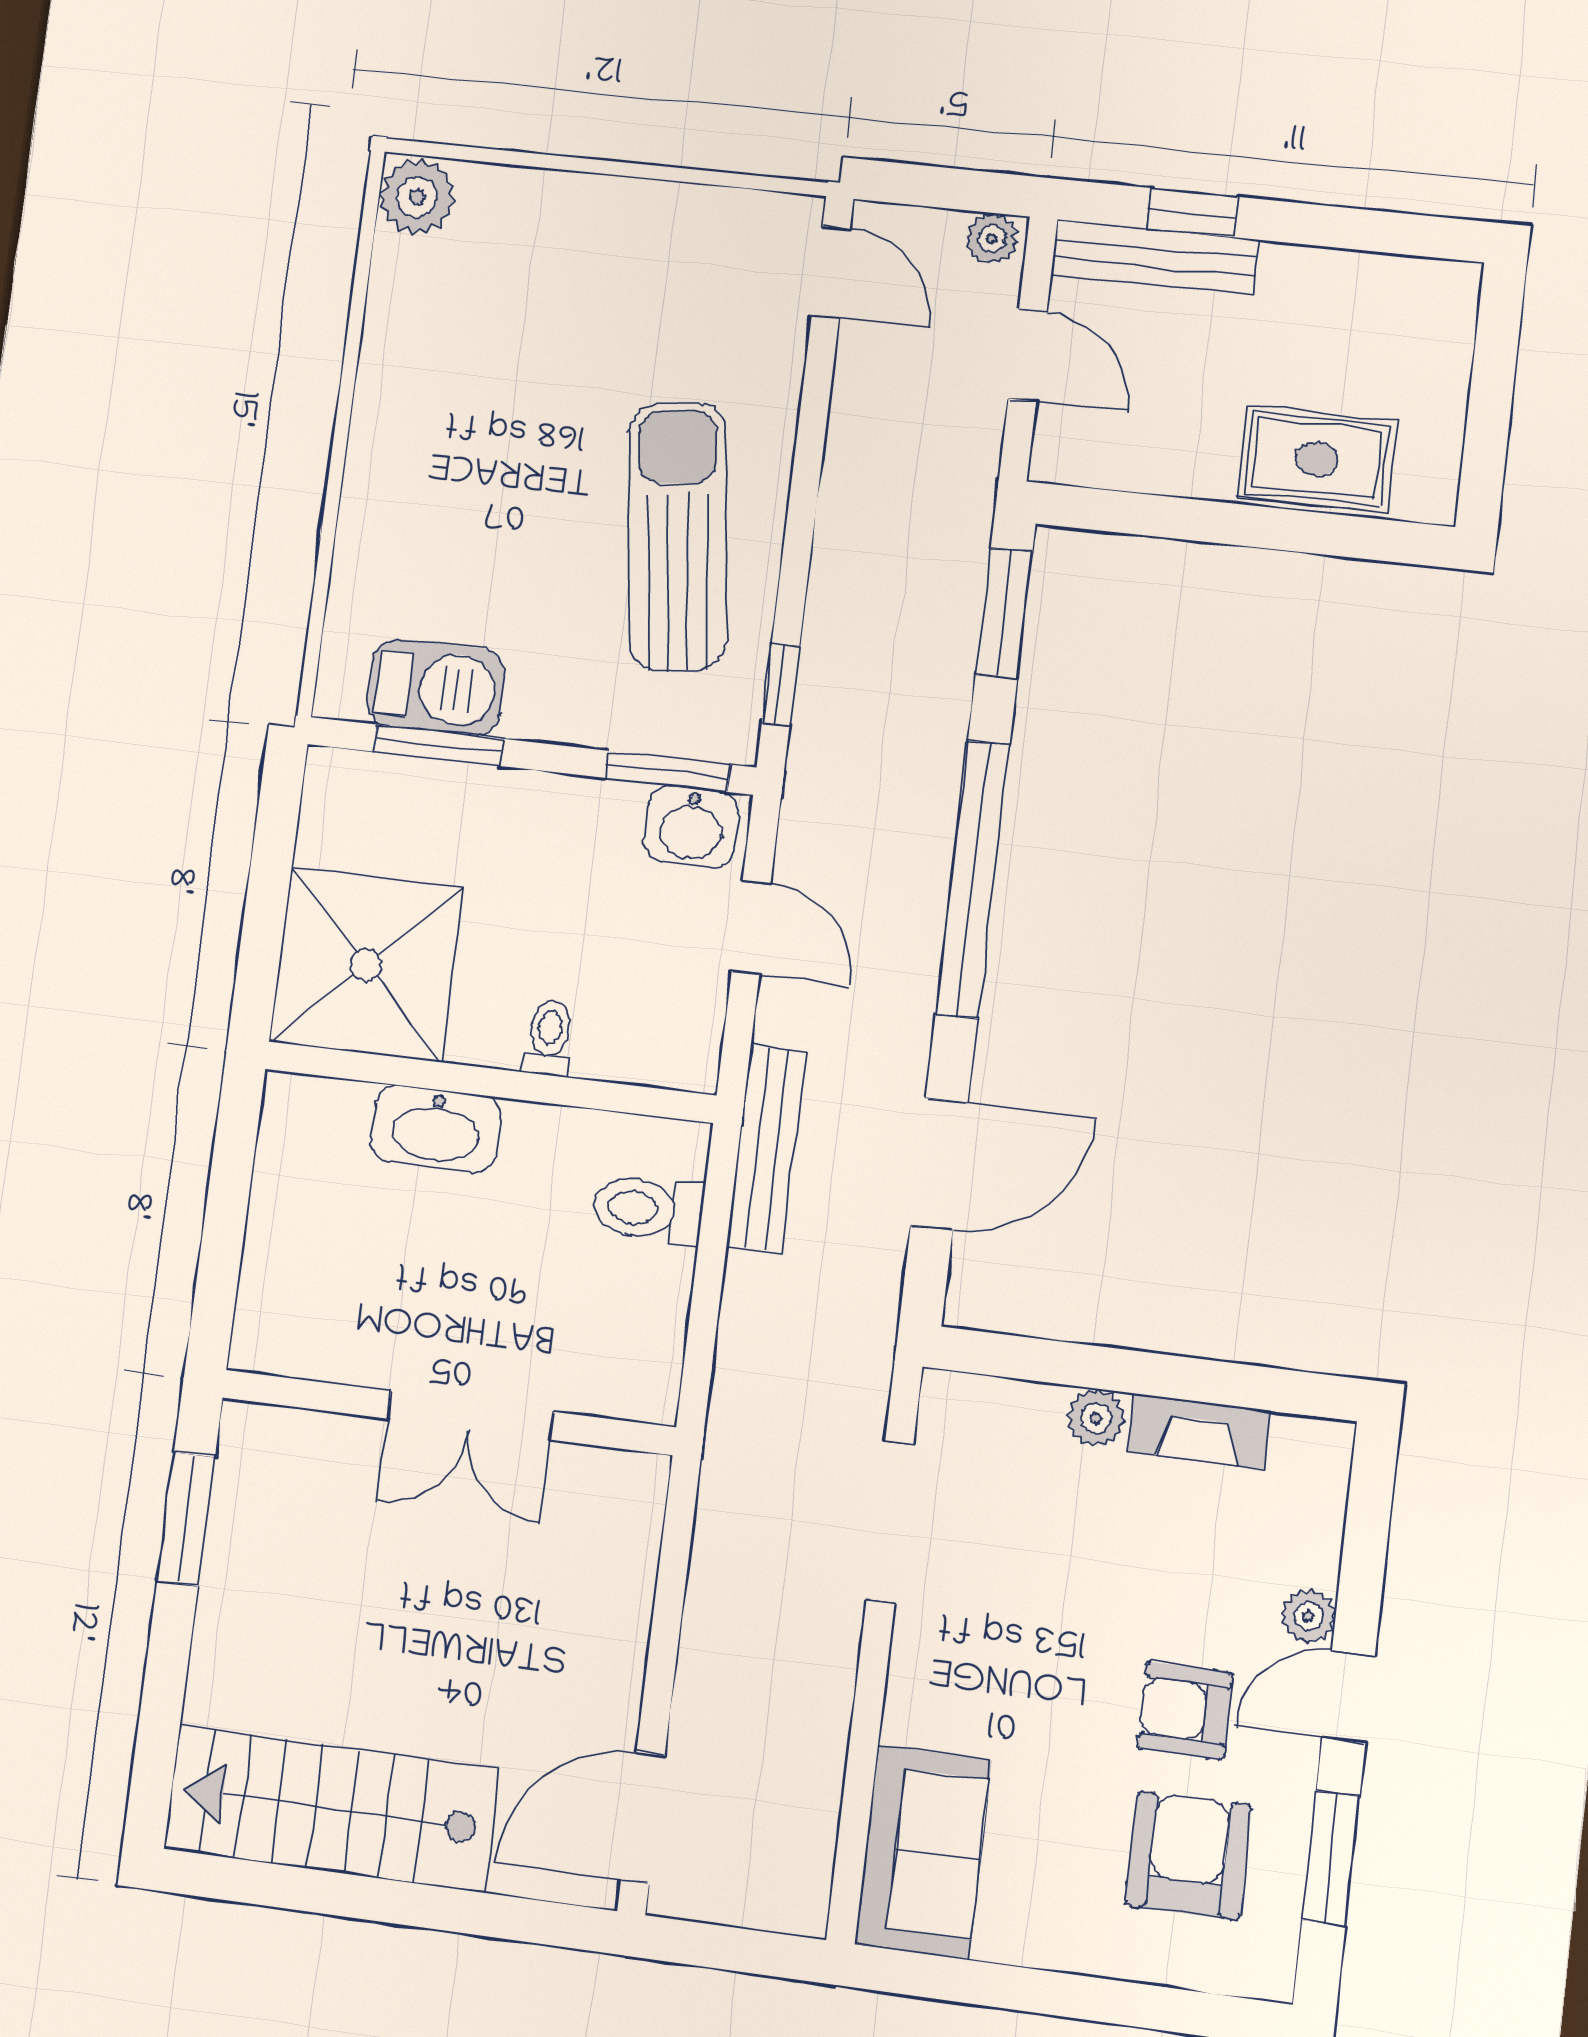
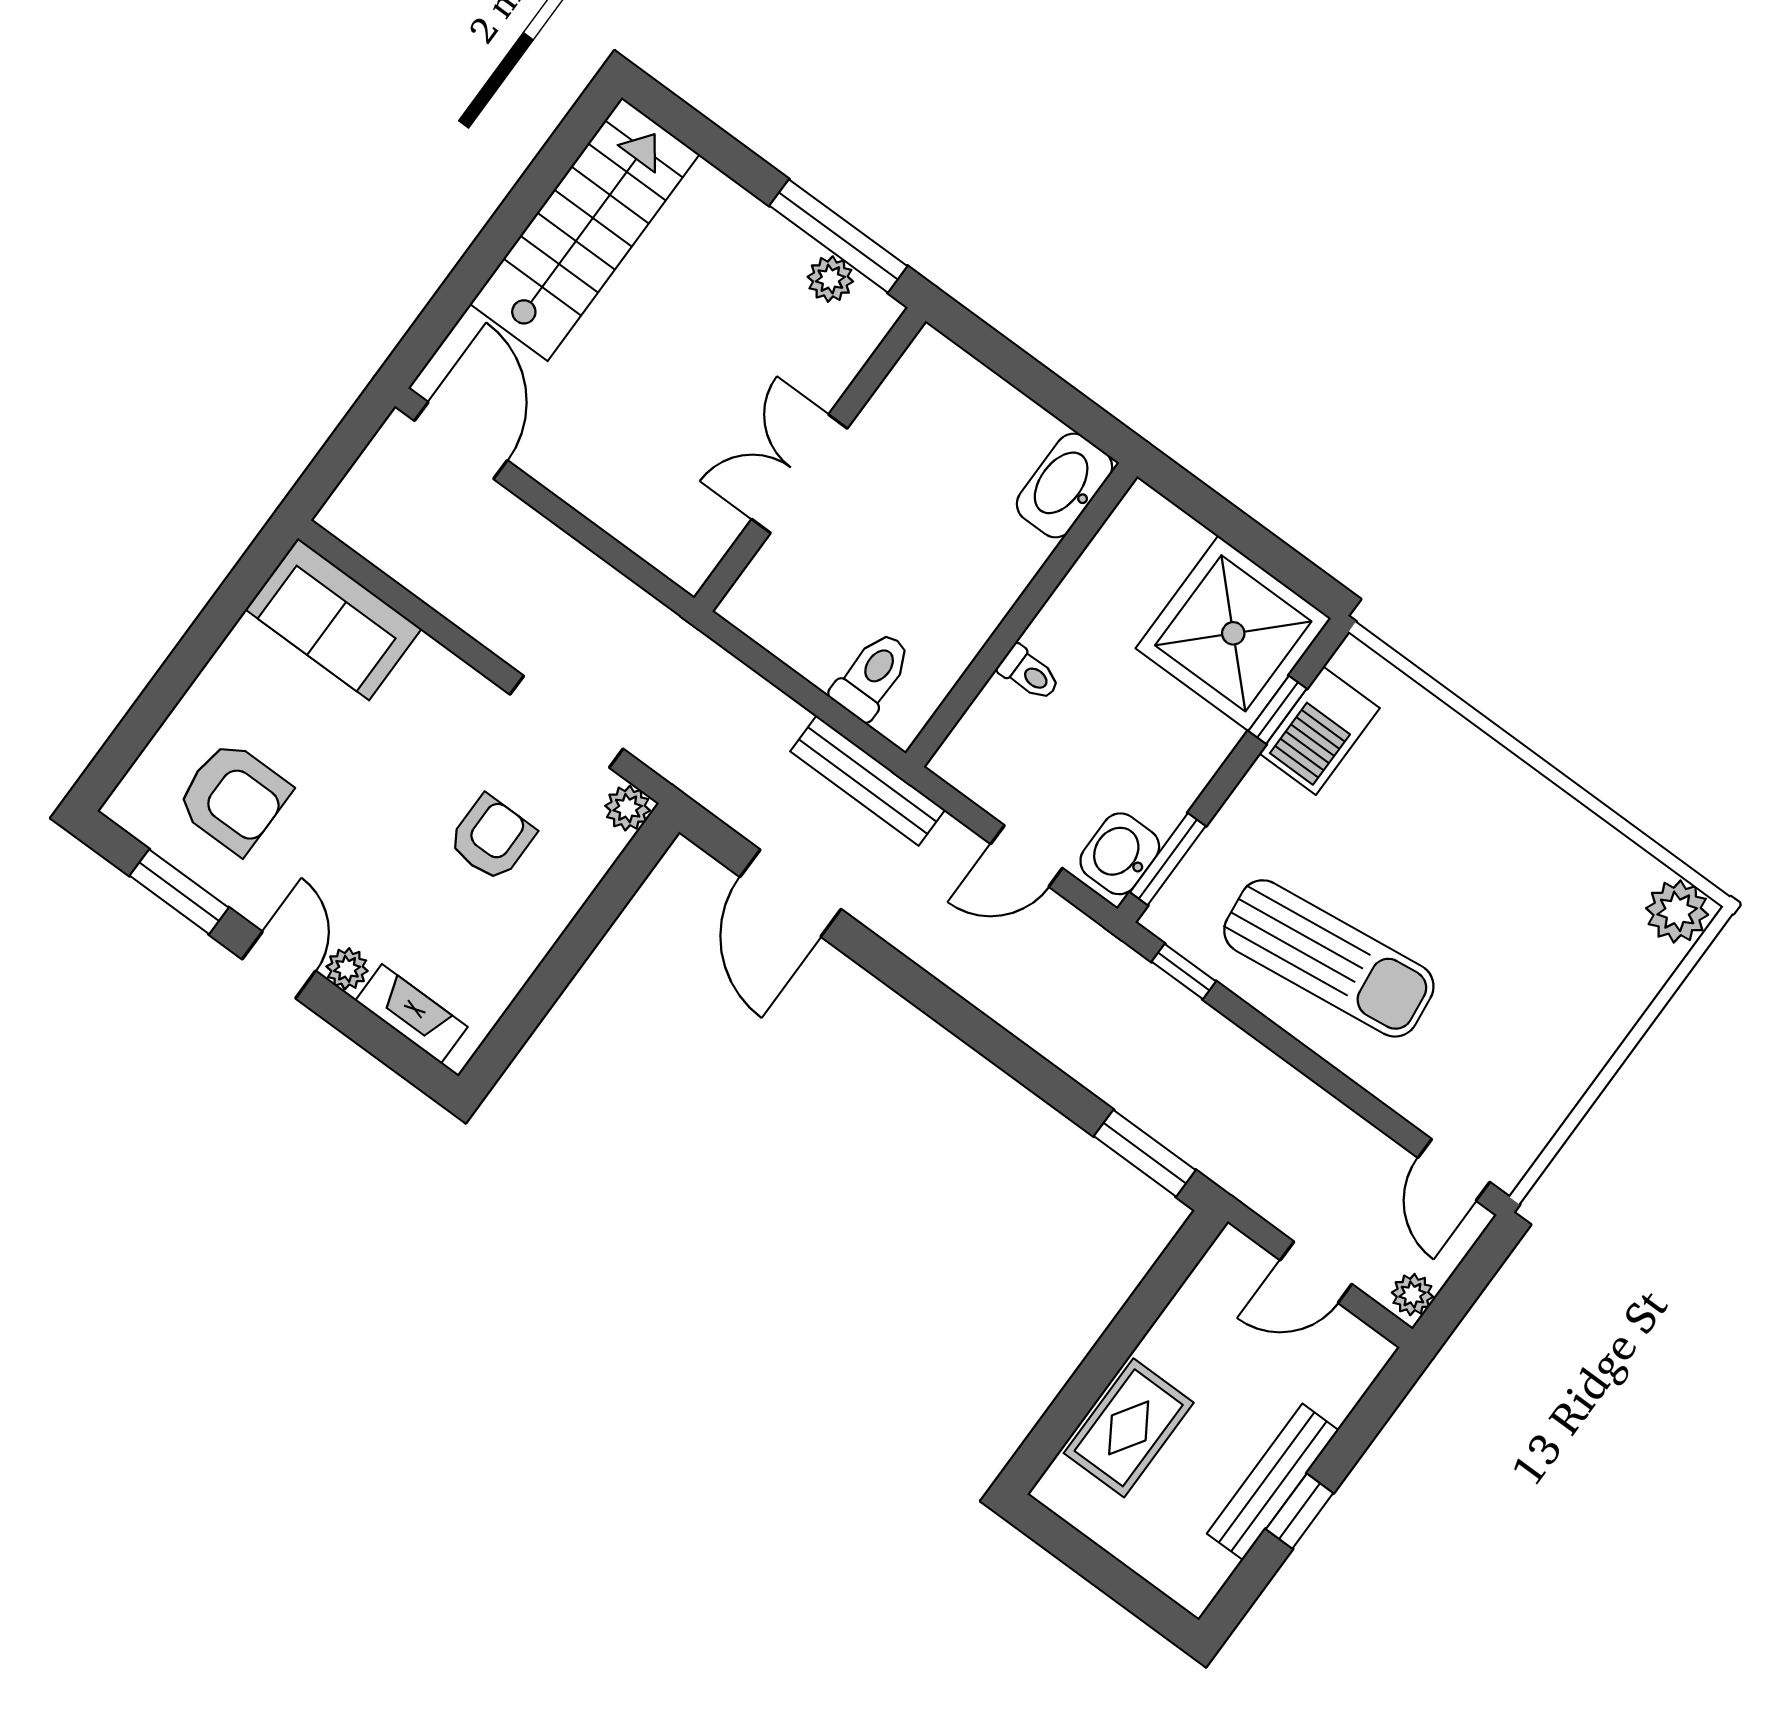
window: (1192, 213) -> (1300, 1511), moved
bench: (1155, 257) -> (1273, 1482), moved
door: (831, 272) -> (1454, 1170), hinge flipped
window: (439, 745) -> (1278, 710), width x0.67
window: (973, 879) -> (973, 1027), removed
shower: (366, 965) -> (1233, 633), moved
washbasin: (436, 1129) -> (1065, 485), moved
plant: (1096, 1418) -> (628, 808), moved
fireplace: (1199, 1431) -> (411, 1014), moved, turned 90
plant: (238, 1501) -> (830, 279), added
window: (186, 1519) -> (838, 236), width x1.44
armchair: (1185, 1711) -> (492, 838), moved

